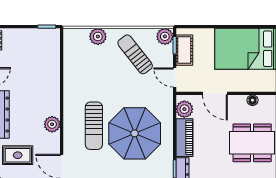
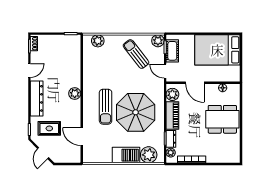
plant: (98, 36) -> (98, 41), moved
plant: (52, 124) -> (75, 94), moved

